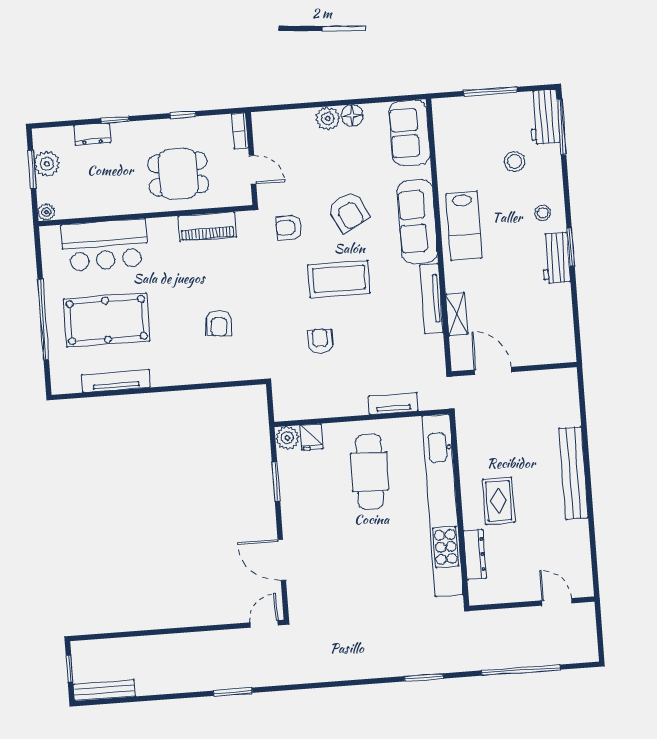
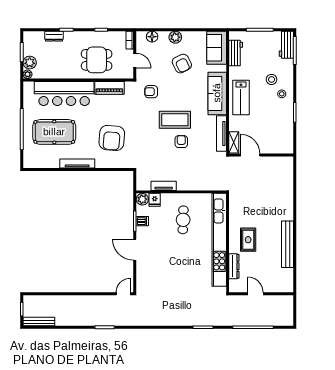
floor lamp: (352, 115) -> (152, 37), moved
stool: (514, 162) -> (272, 79), moved
plant: (47, 164) -> (30, 63), moved
armchair: (348, 212) -> (182, 64), moved
bar counter: (105, 245) -> (64, 93), width x1.36
workbench: (556, 258) -> (236, 53), moved, turned 180
armchair: (219, 323) -> (112, 138), width x1.88, depth x1.88
armchair: (320, 341) -> (181, 142), moved
wall: (514, 369) -> (261, 155), moved
door: (493, 371) -> (250, 155), moved
tv unit: (116, 381) -> (77, 164), moved
tv unit: (393, 404) -> (164, 186), moved
cafe table: (370, 472) -> (183, 220), width x0.73, depth x0.74
bench: (574, 473) -> (288, 244), moved
dishwasher: (290, 480) -> (142, 221), added
door: (282, 560) -> (135, 250), moved
door: (557, 602) -> (255, 294), moved

